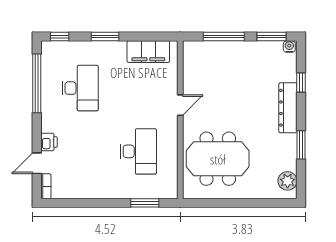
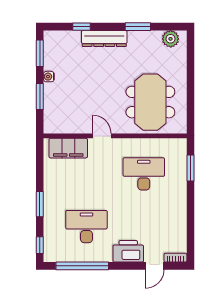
window: (224, 37) -> (40, 96), width x0.69
water cooler: (289, 47) -> (49, 77), moved
filing cabinet: (148, 52) -> (68, 148), moved, turned 90
printer: (49, 142) -> (128, 251), width x1.87, depth x1.48
door: (37, 163) -> (155, 266), hinge flipped

